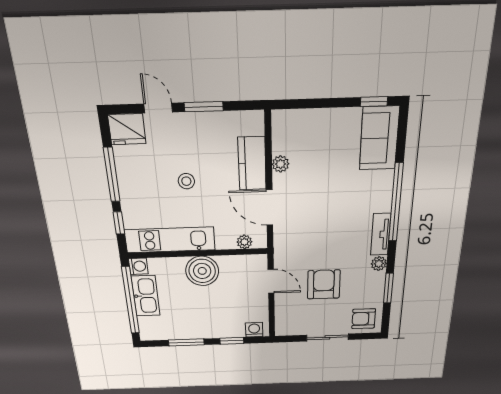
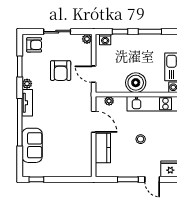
sofa: (379, 138) -> (32, 145), moved
plant: (280, 164) -> (87, 39), moved

